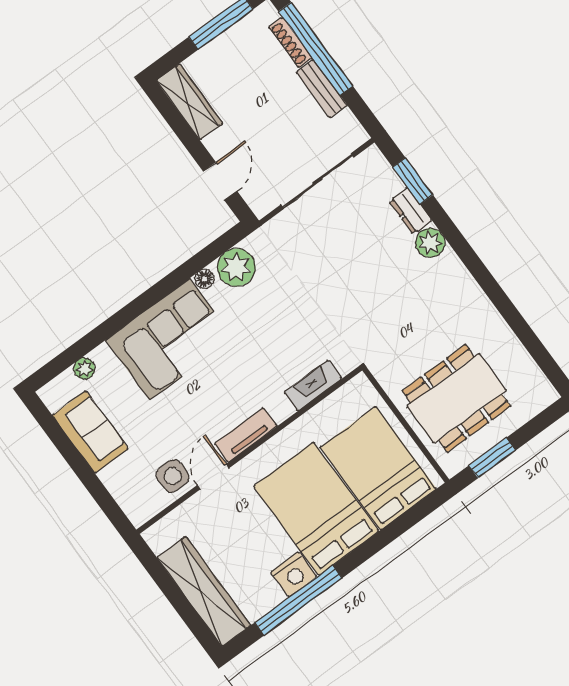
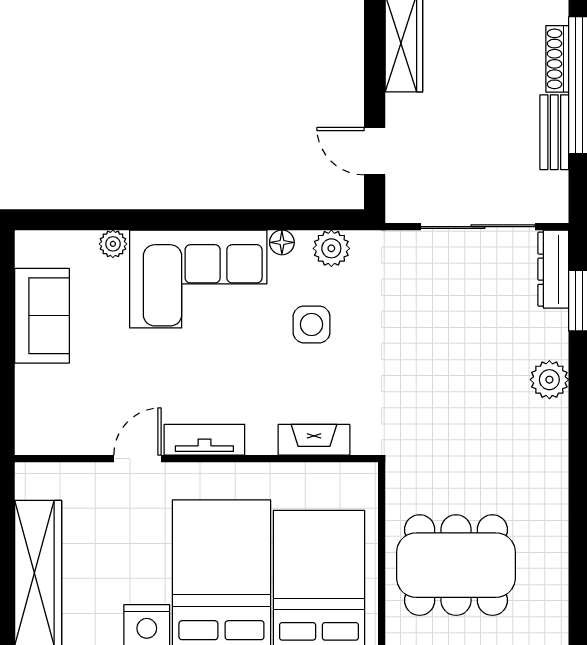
door: (220, 181) -> (375, 151), swing flipped
dresser: (410, 211) -> (553, 269), moved, width x1.44
plant: (236, 267) -> (331, 248), width x0.73, depth x0.73
plant: (84, 369) -> (113, 244), moved
side table: (173, 476) -> (312, 324), moved

